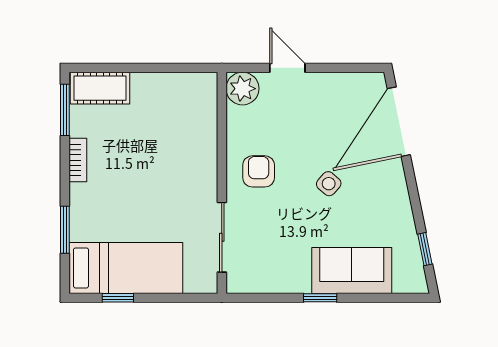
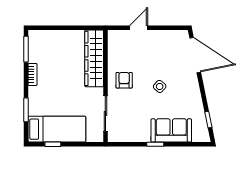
door: (287, 68) -> (139, 28), hinge flipped
cot: (100, 88) -> (44, 38), removed
plant: (242, 89) -> (116, 38), removed
door: (399, 122) -> (195, 55), swing flipped
wardrobe: (199, 128) -> (94, 58), added

